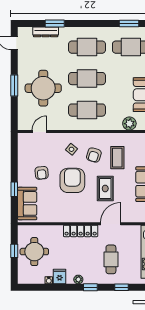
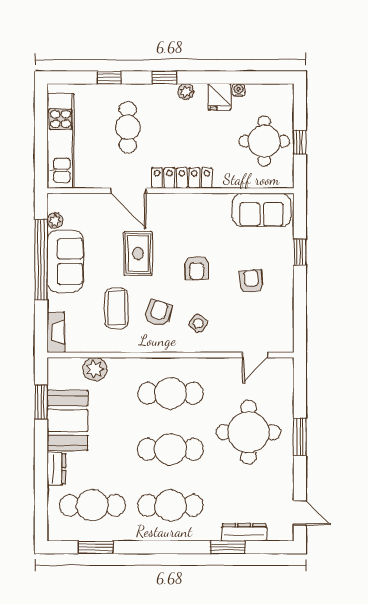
armchair: (72, 180) -> (197, 268), width x0.53, depth x0.53
sofa: (27, 203) -> (262, 210), moved, turned -90
door: (111, 224) -> (128, 191), hinge flipped

